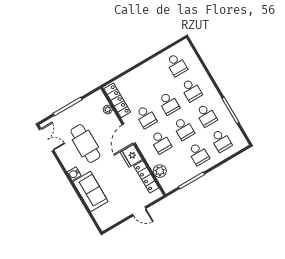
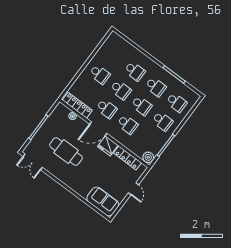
school desk: (176, 65) -> (100, 74), moved
door: (129, 134) -> (98, 129), hinge flipped
double door: (47, 140) -> (33, 162), swing flipped
plant: (160, 171) -> (148, 157), moved
water cooler: (74, 174) -> (67, 180), removed
sofa: (90, 192) -> (103, 201), moved
door: (139, 211) -> (133, 189), hinge flipped

